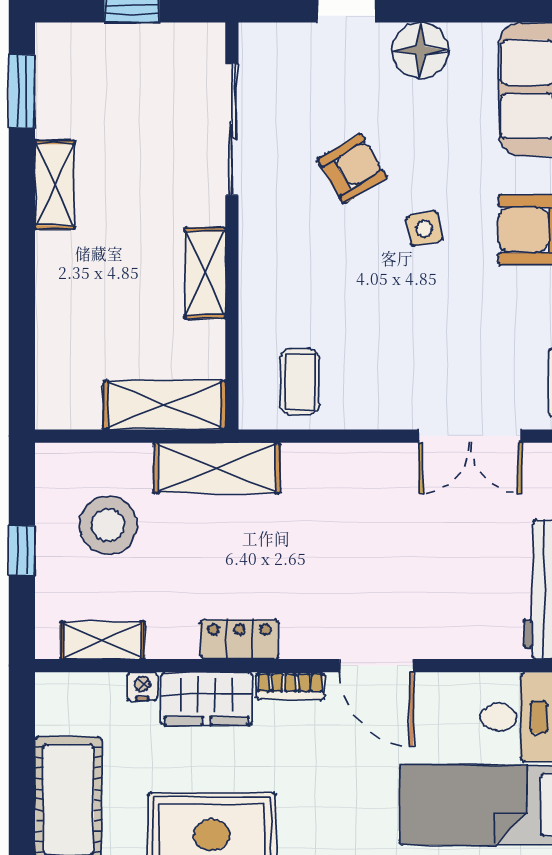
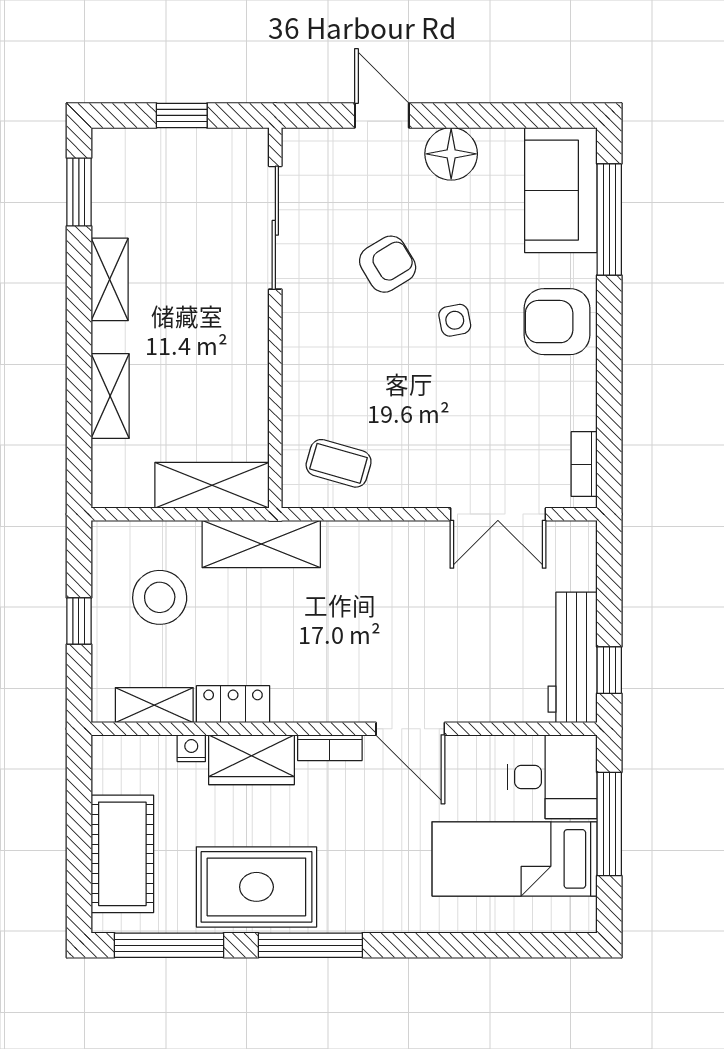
shelving: (205, 273) -> (110, 396), moved
coffee table: (300, 382) -> (339, 463), turned -74
locker: (239, 639) -> (233, 704), moved

